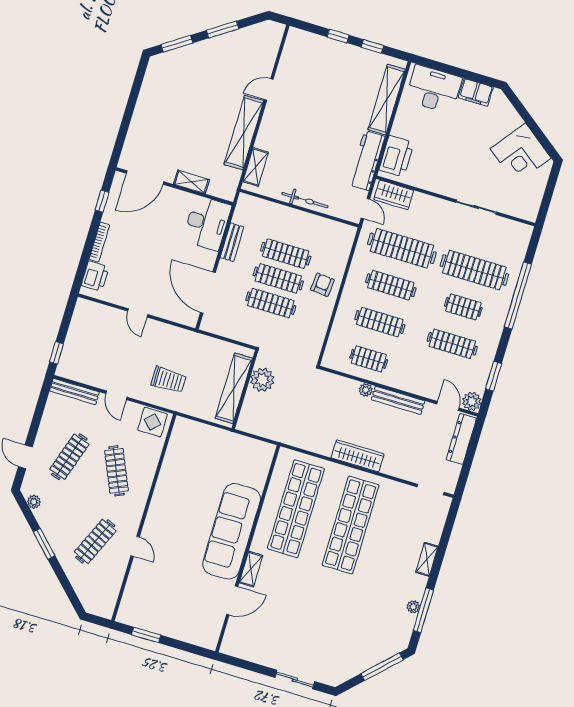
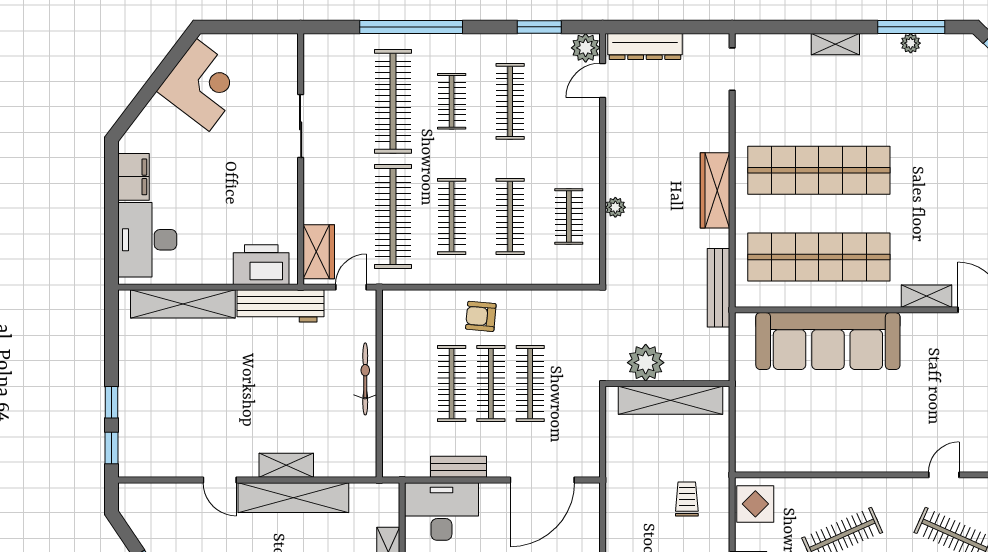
window: (372, 46) -> (111, 448), moved
shelving: (256, 167) -> (286, 465), moved
trolley: (169, 380) -> (687, 499), width x0.73, depth x0.72
bench: (398, 400) -> (718, 288), moved
sofa: (232, 531) -> (828, 341), moved

